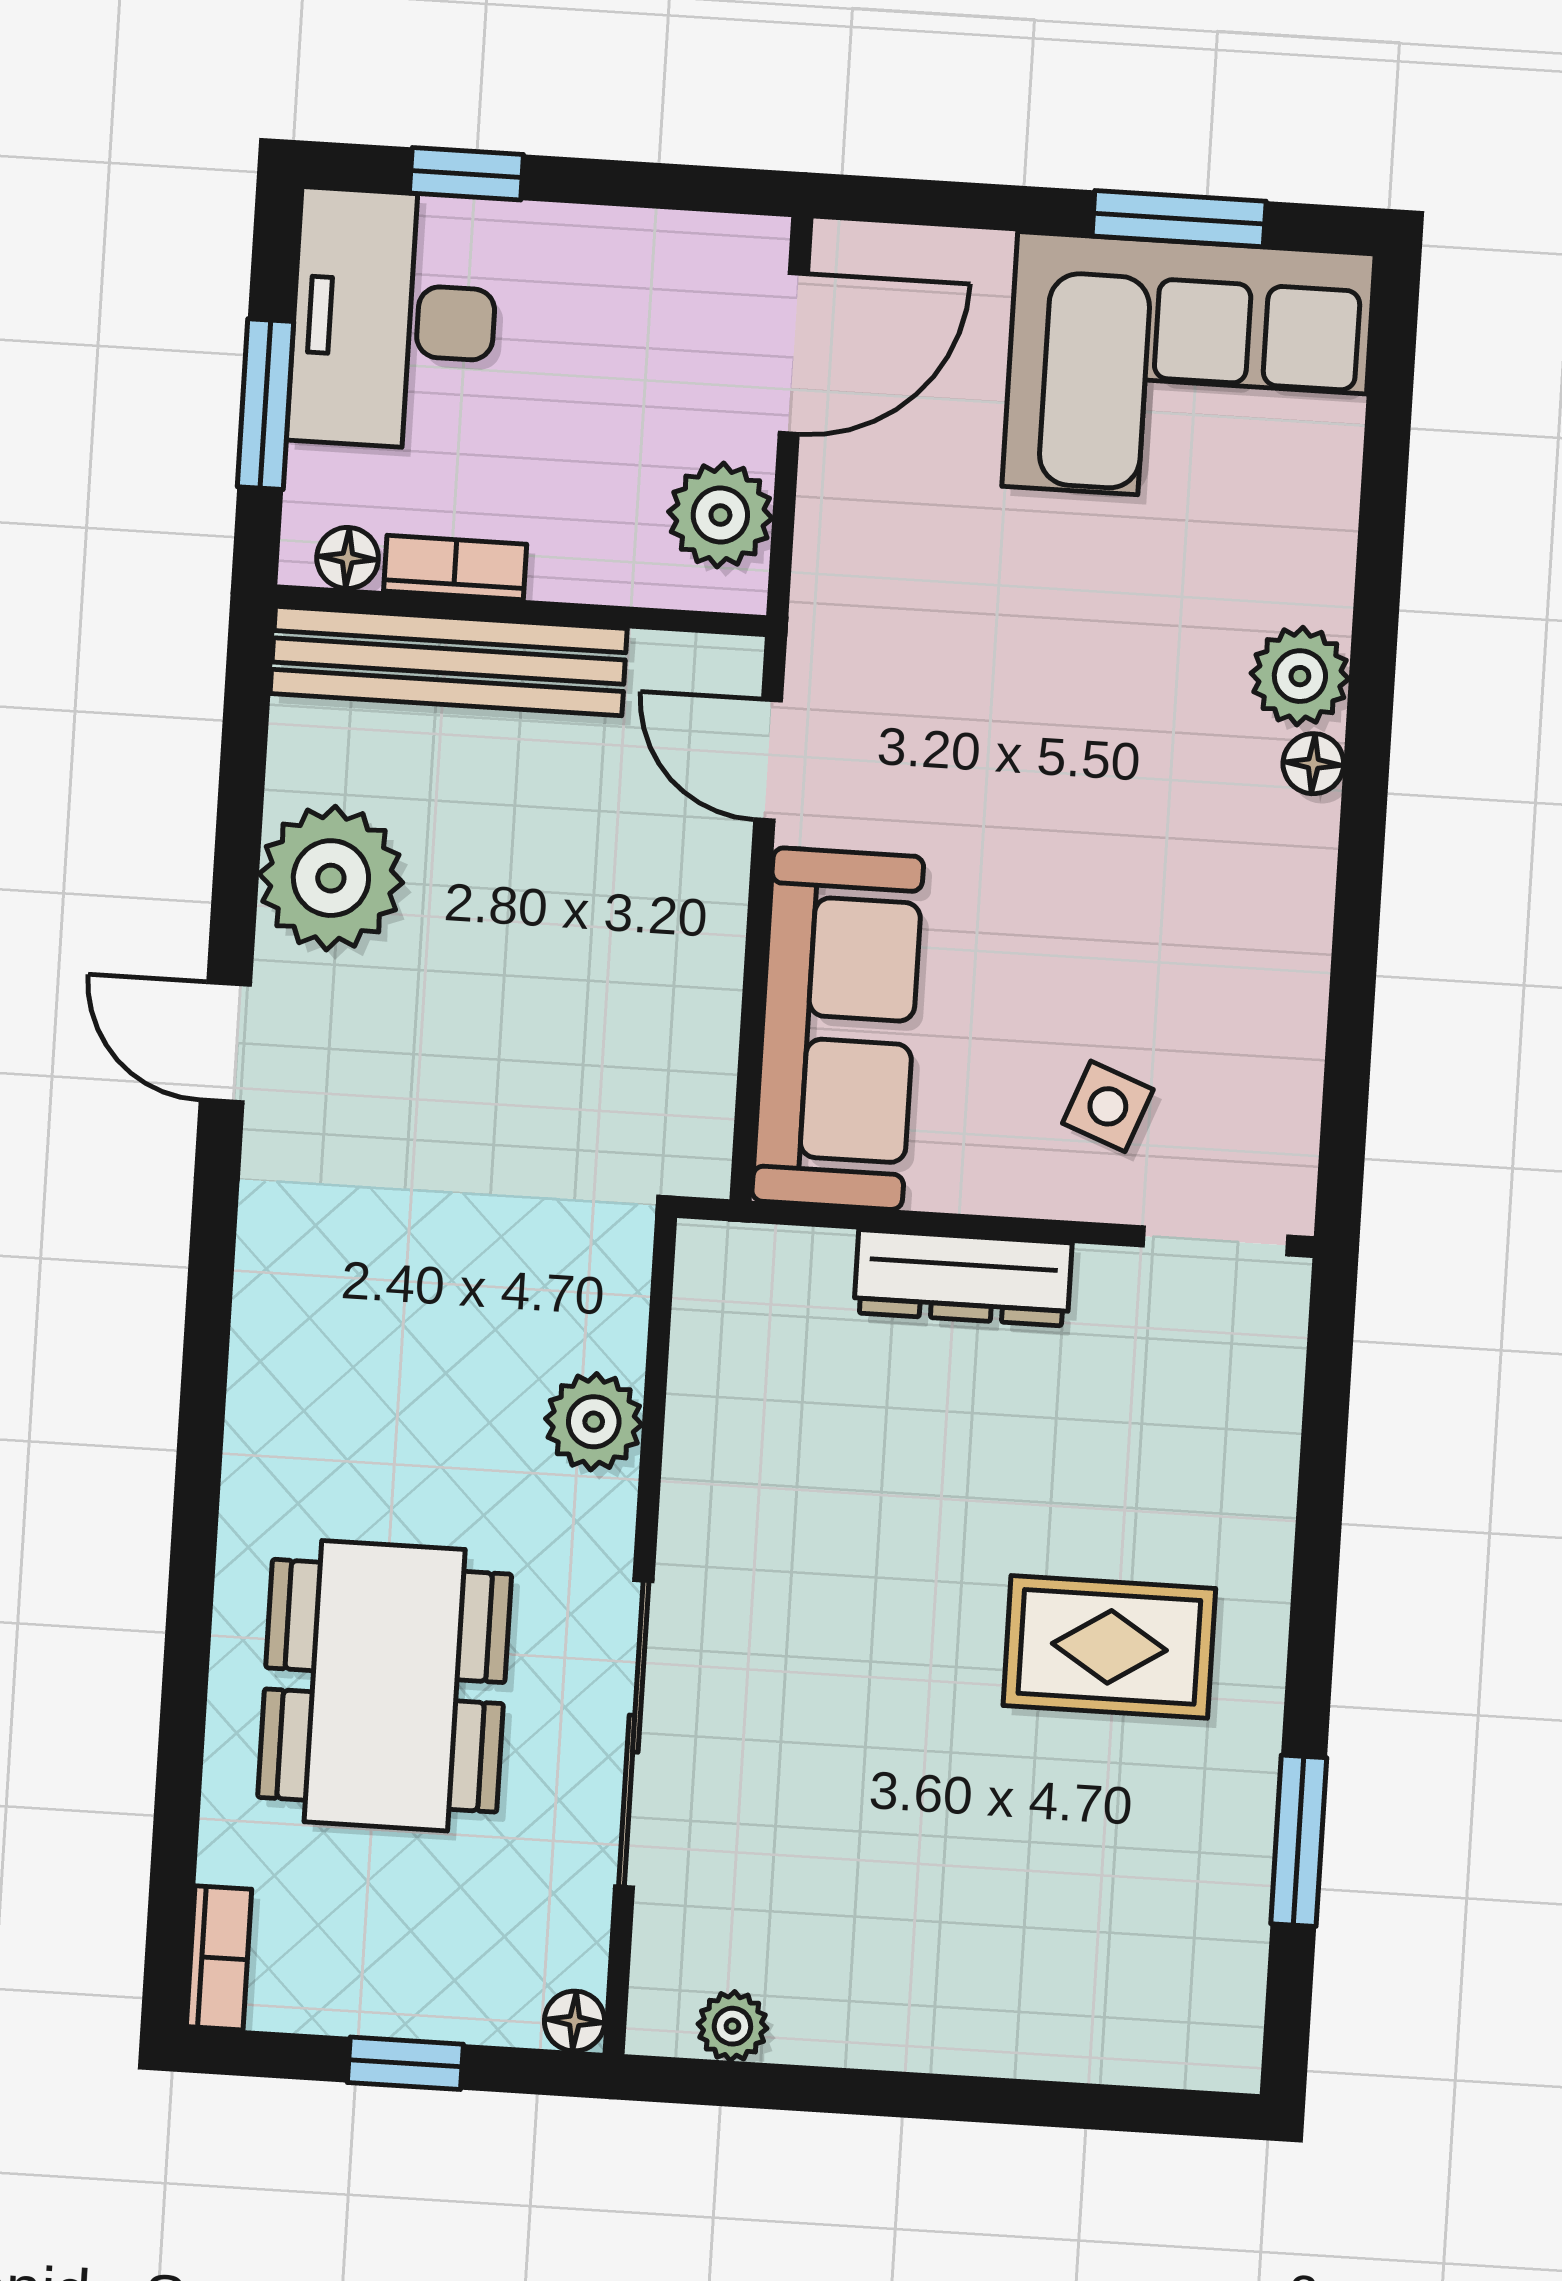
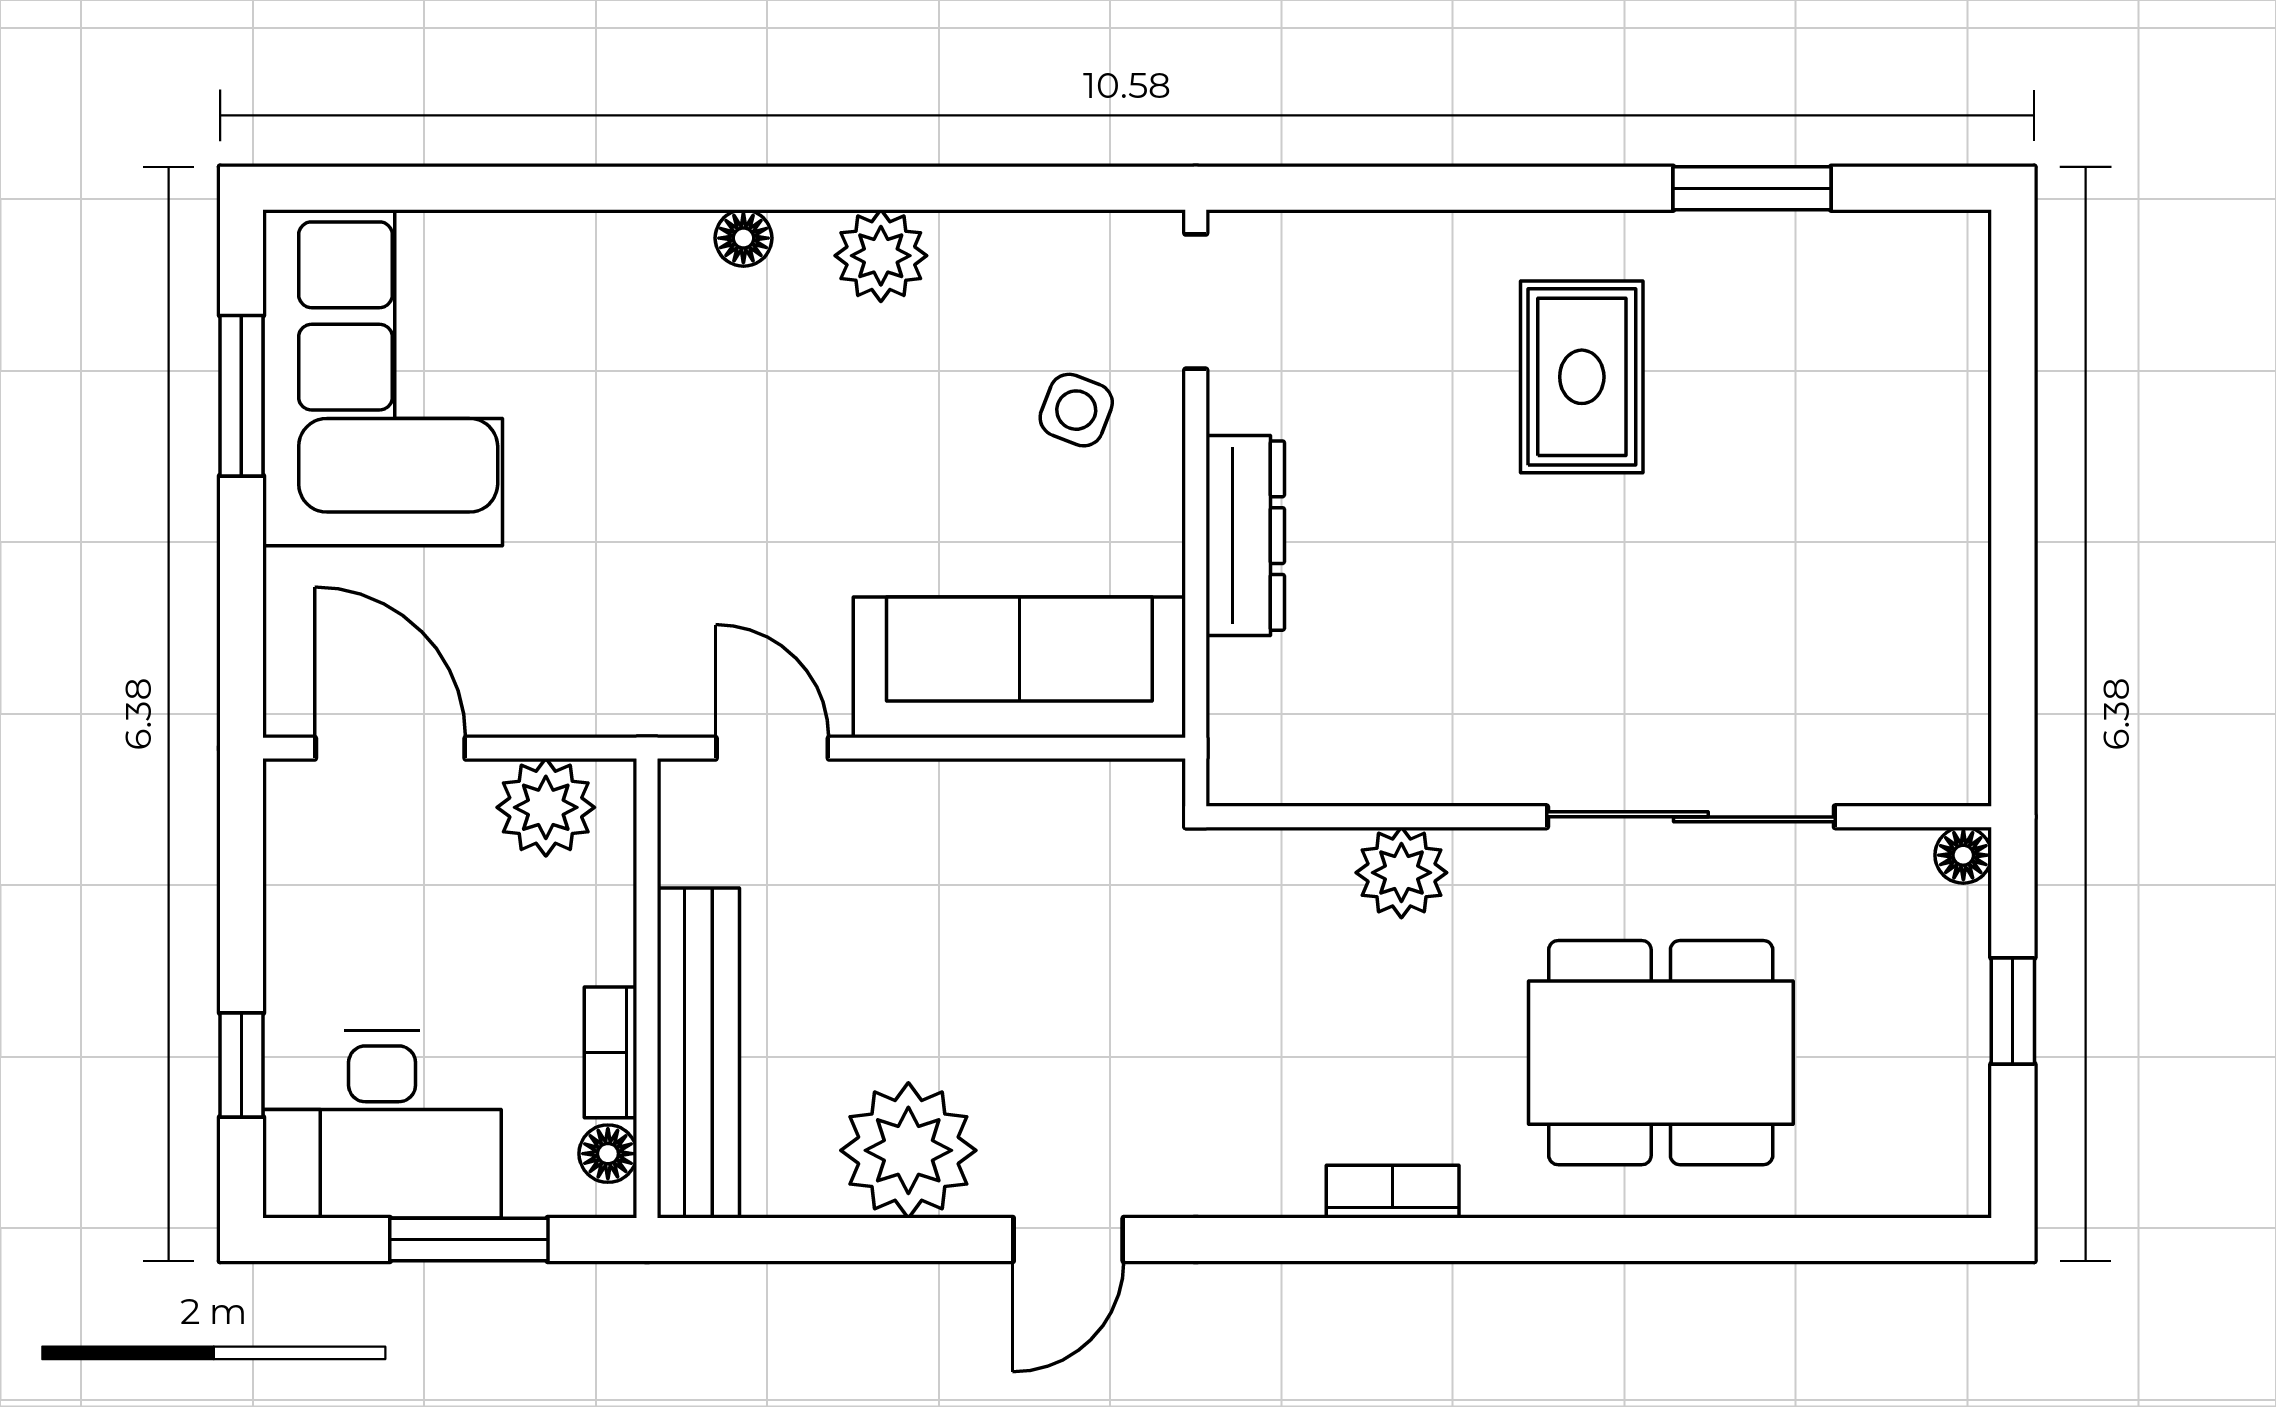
plant: (1300, 676) -> (881, 256), moved
door: (768, 760) -> (772, 748), swing flipped
bookcase: (219, 1958) -> (1393, 1192), moved
plant: (732, 2026) -> (1959, 707), removed

